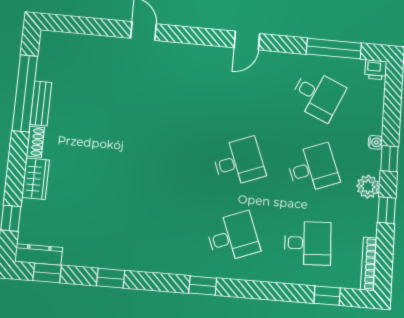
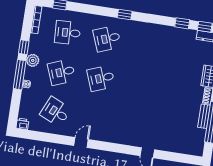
door: (247, 41) -> (81, 143), moved
window: (334, 49) -> (44, 137), removed
window: (389, 159) -> (20, 75), width x2.17
window: (111, 278) -> (182, 23), moved

